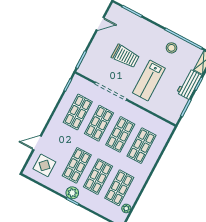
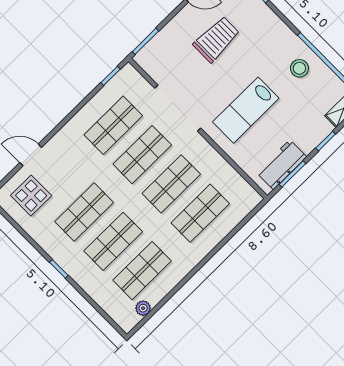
trolley: (125, 56) -> (216, 39), moved, turned -90
workbench: (189, 84) -> (282, 165), moved
plant: (72, 193) -> (63, 255), removed

